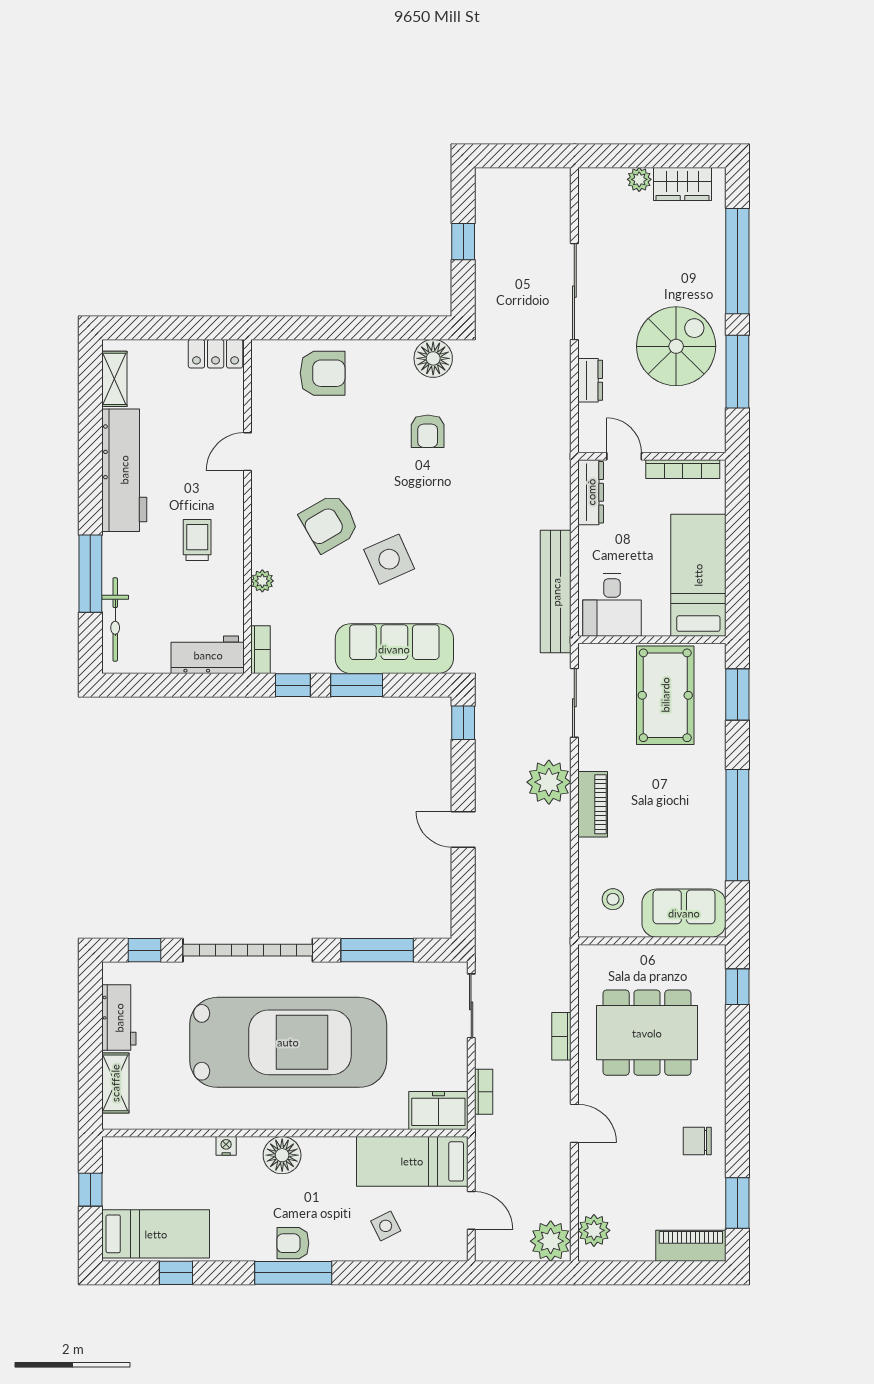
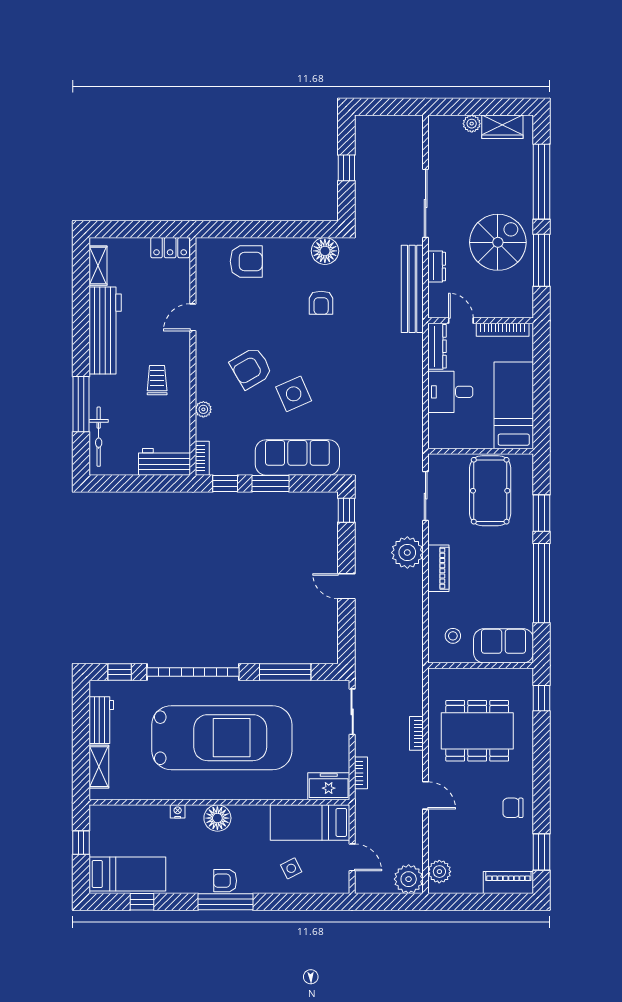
bench: (556, 592) -> (412, 289), moved
desk: (612, 605) -> (450, 392), moved, turned 90
window: (737, 694) -> (541, 513), moved

